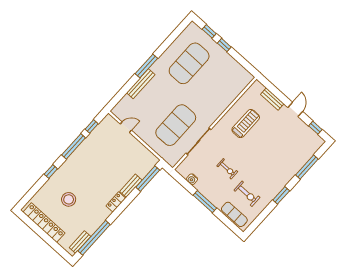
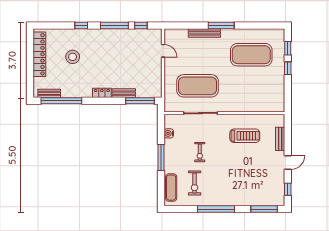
window: (307, 167) -> (264, 209), moved
window: (281, 195) -> (216, 209), width x2.11

